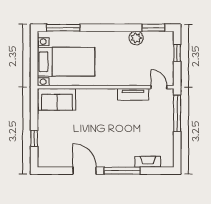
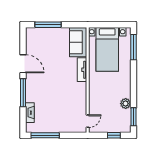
tv unit: (133, 94) -> (82, 70), moved
window: (177, 113) -> (45, 135), moved
window: (34, 138) -> (48, 25), width x2.17
door: (85, 171) -> (23, 64), hinge flipped

